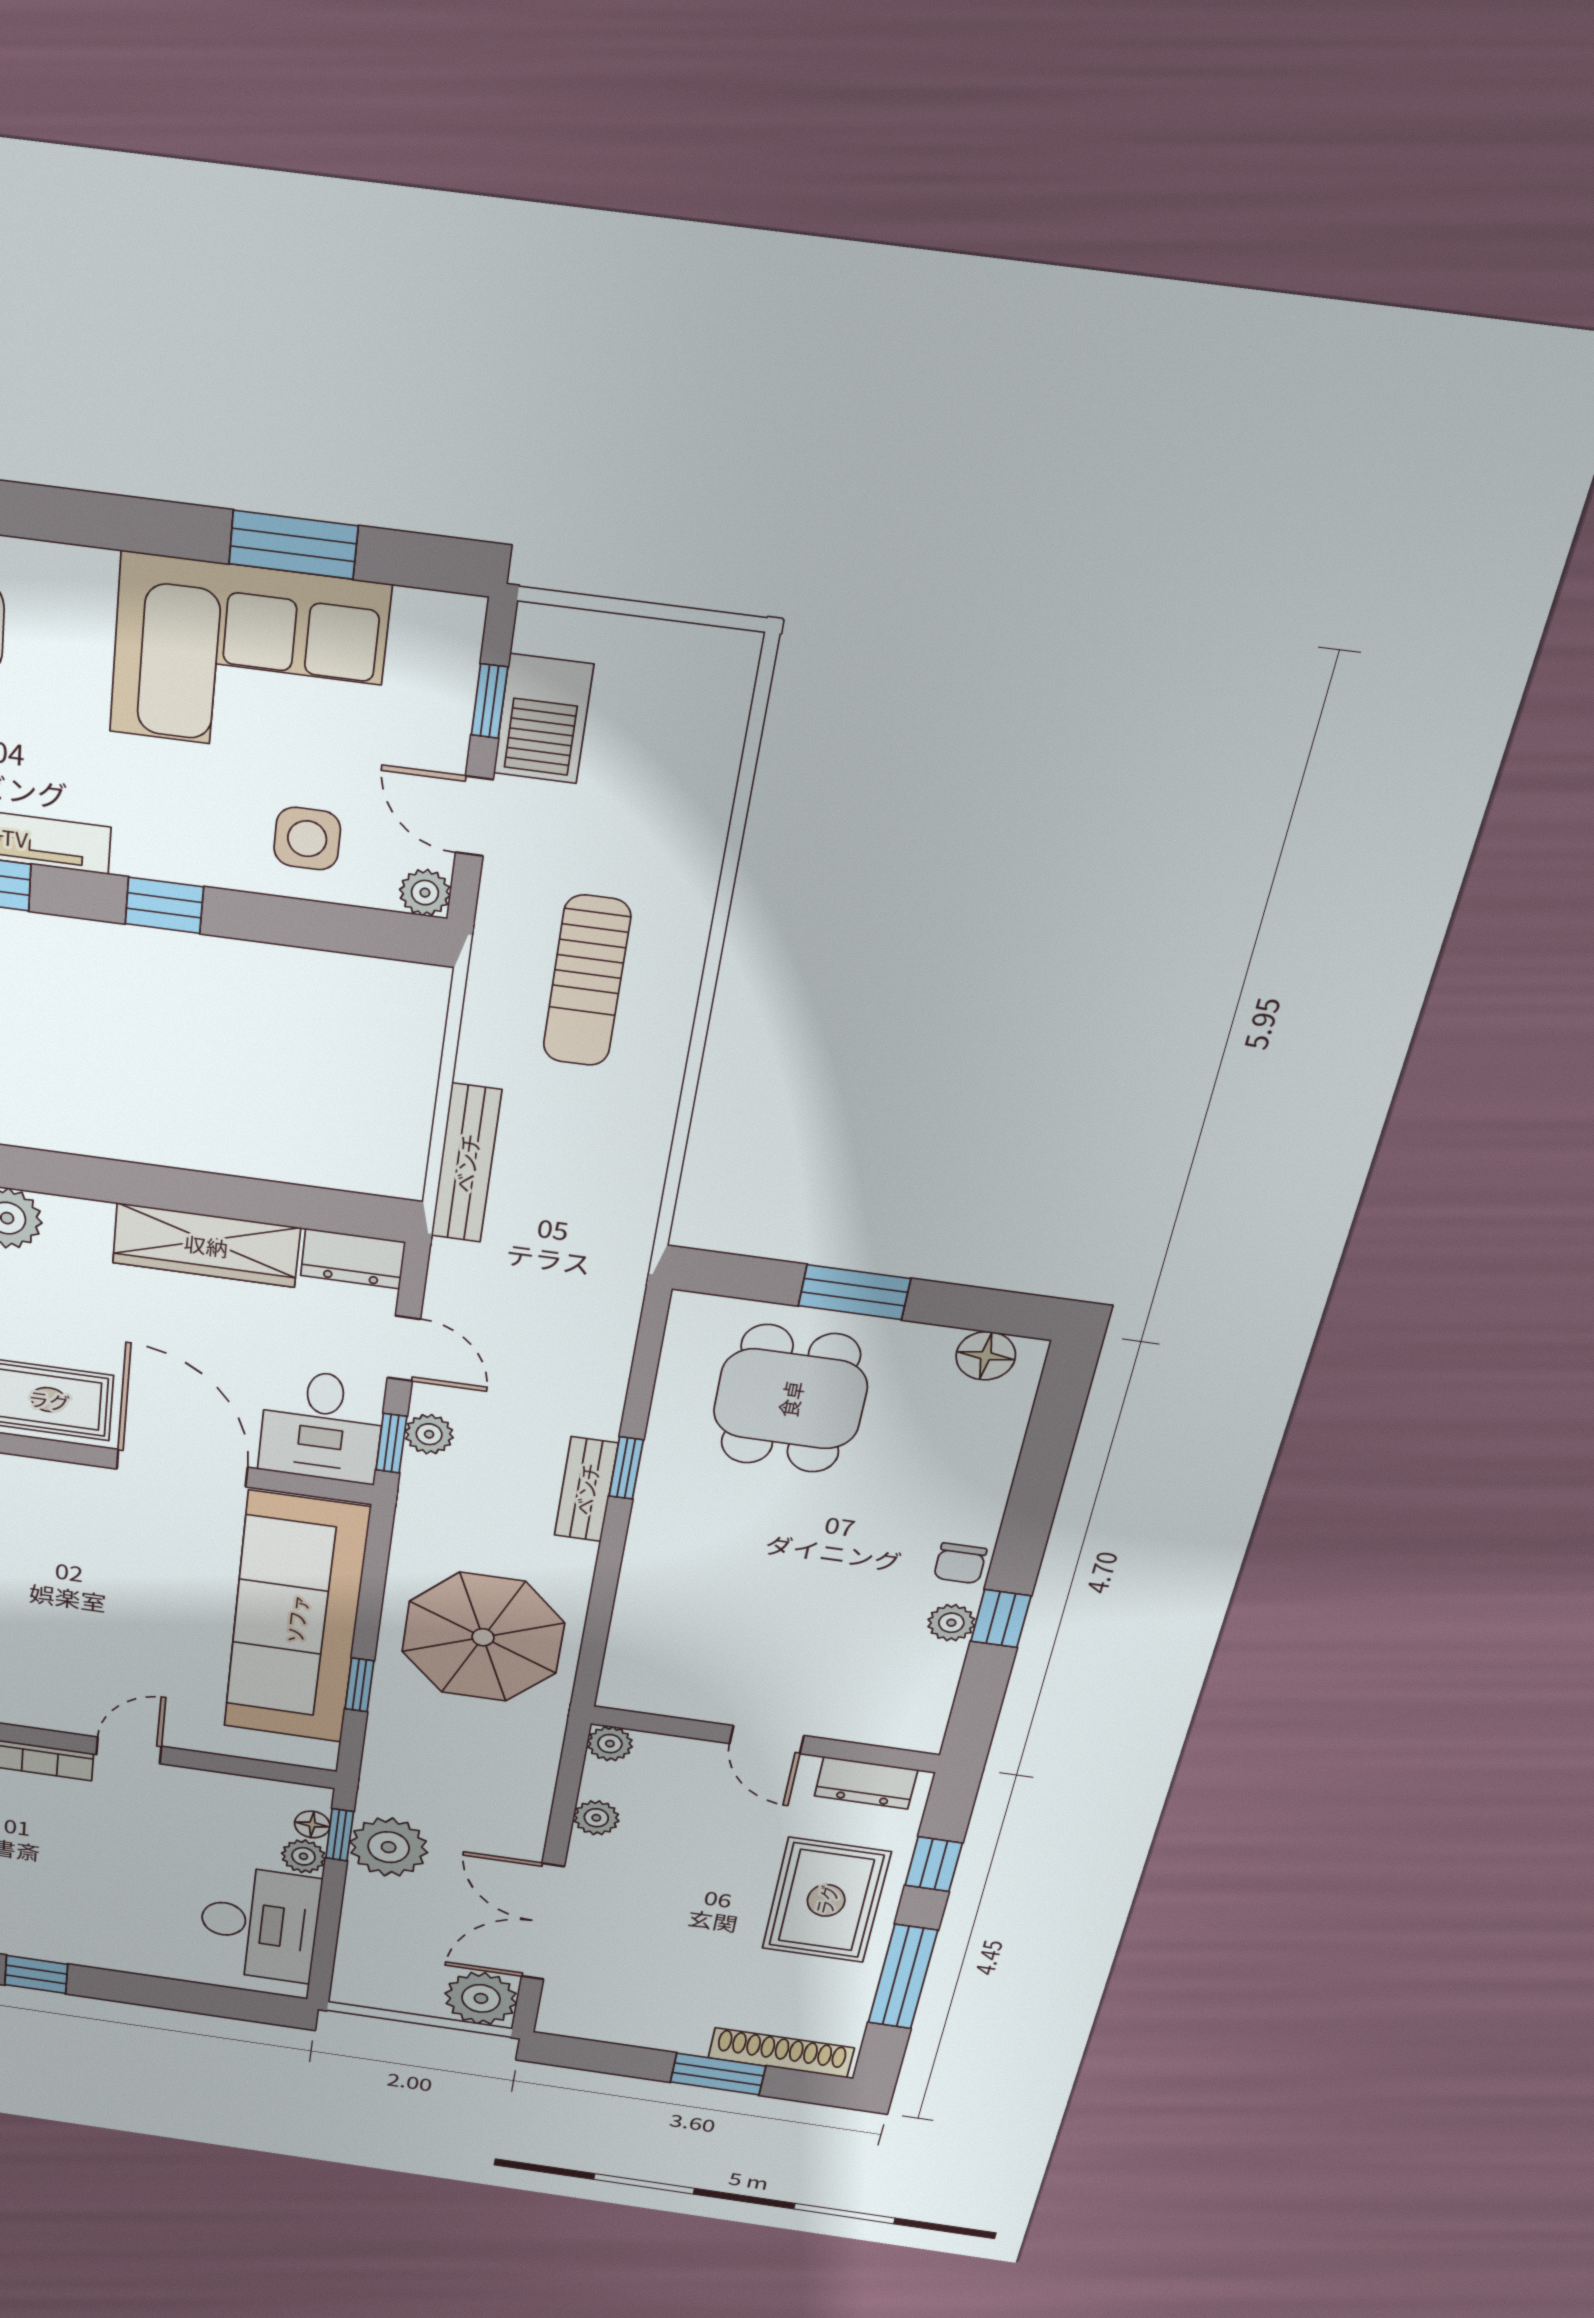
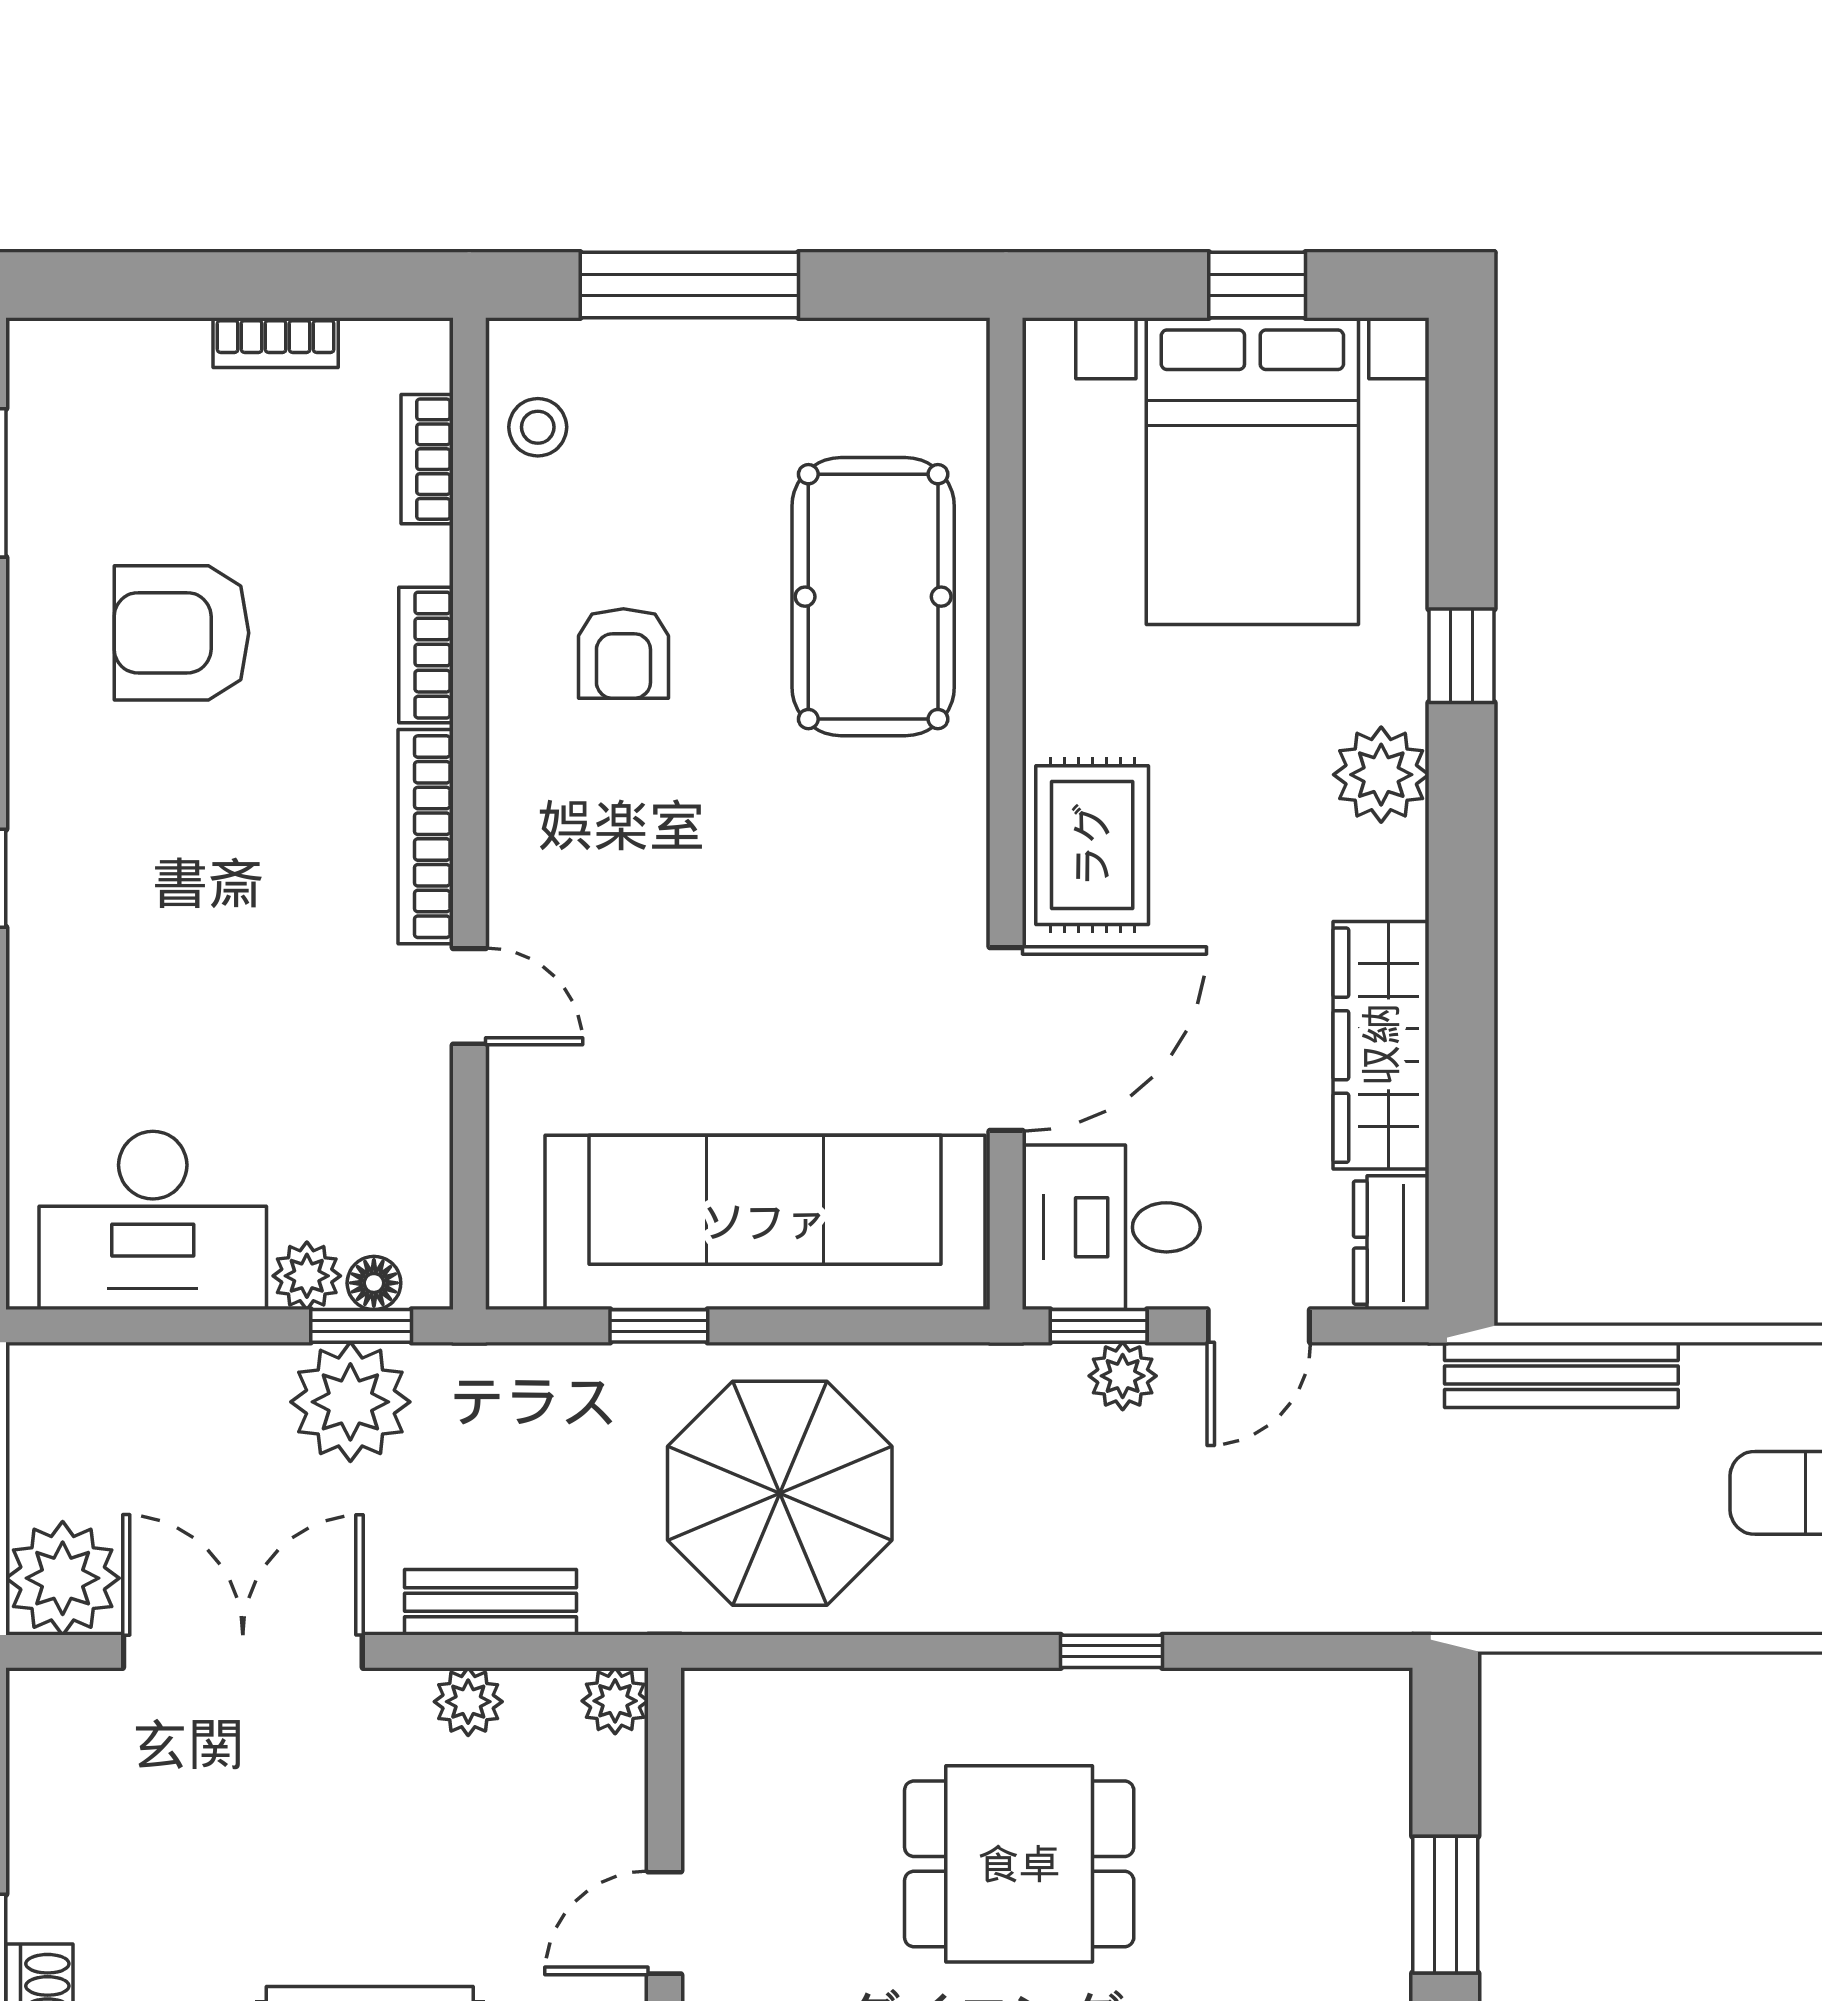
dining table: (790, 1399) -> (1019, 1864), moved
bench: (586, 1489) -> (490, 1602), moved

